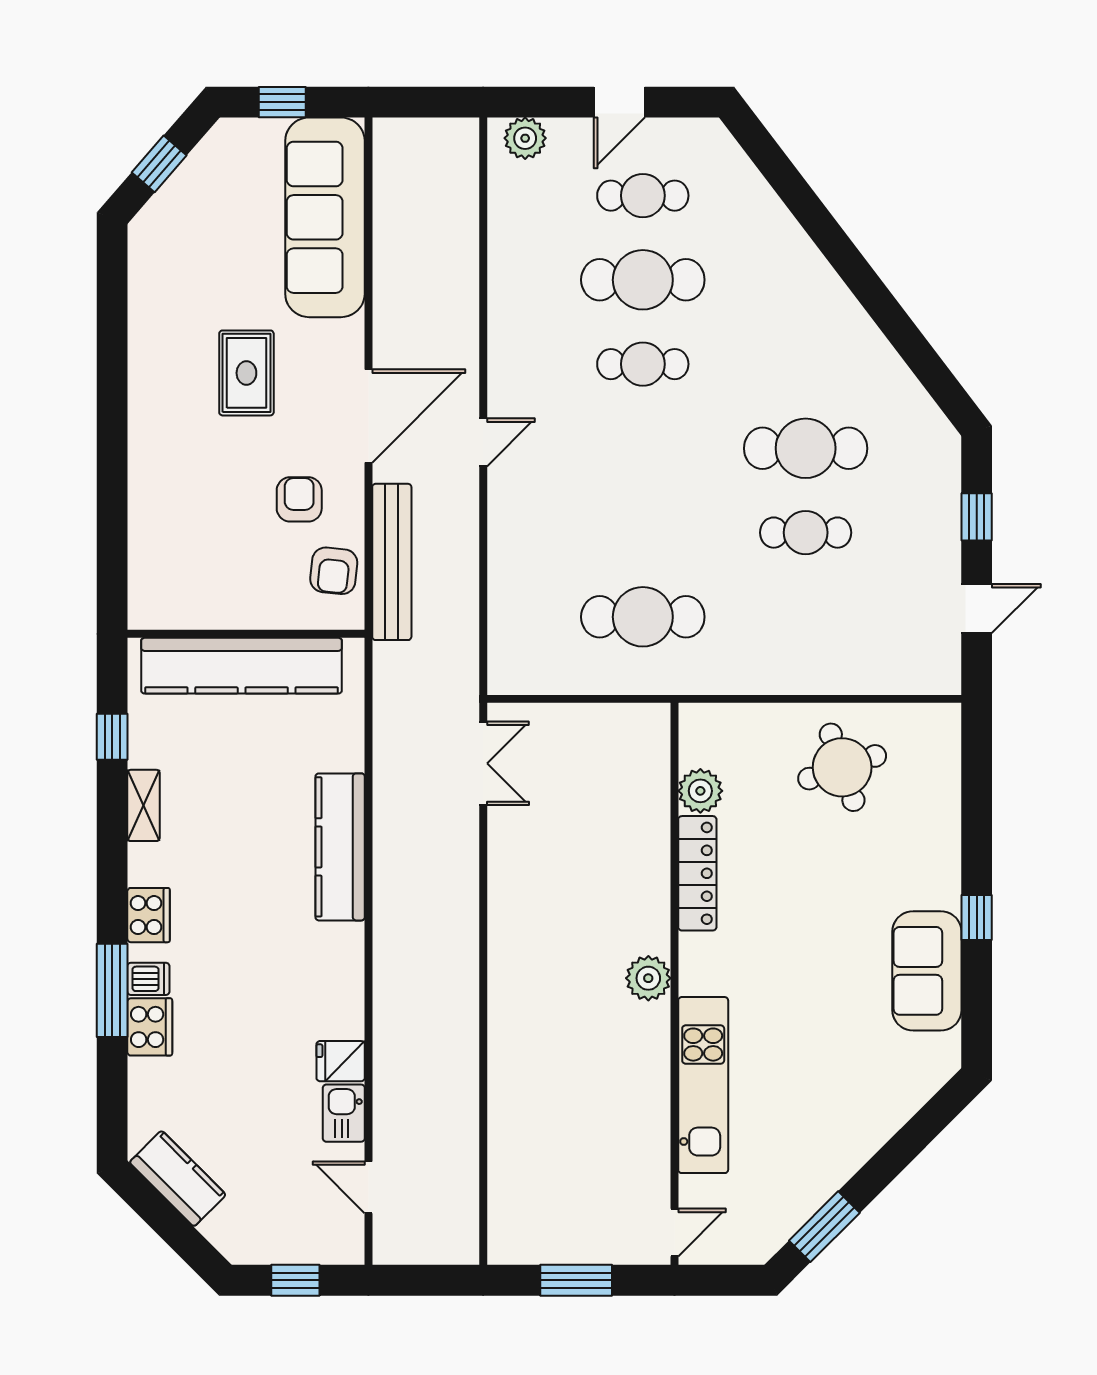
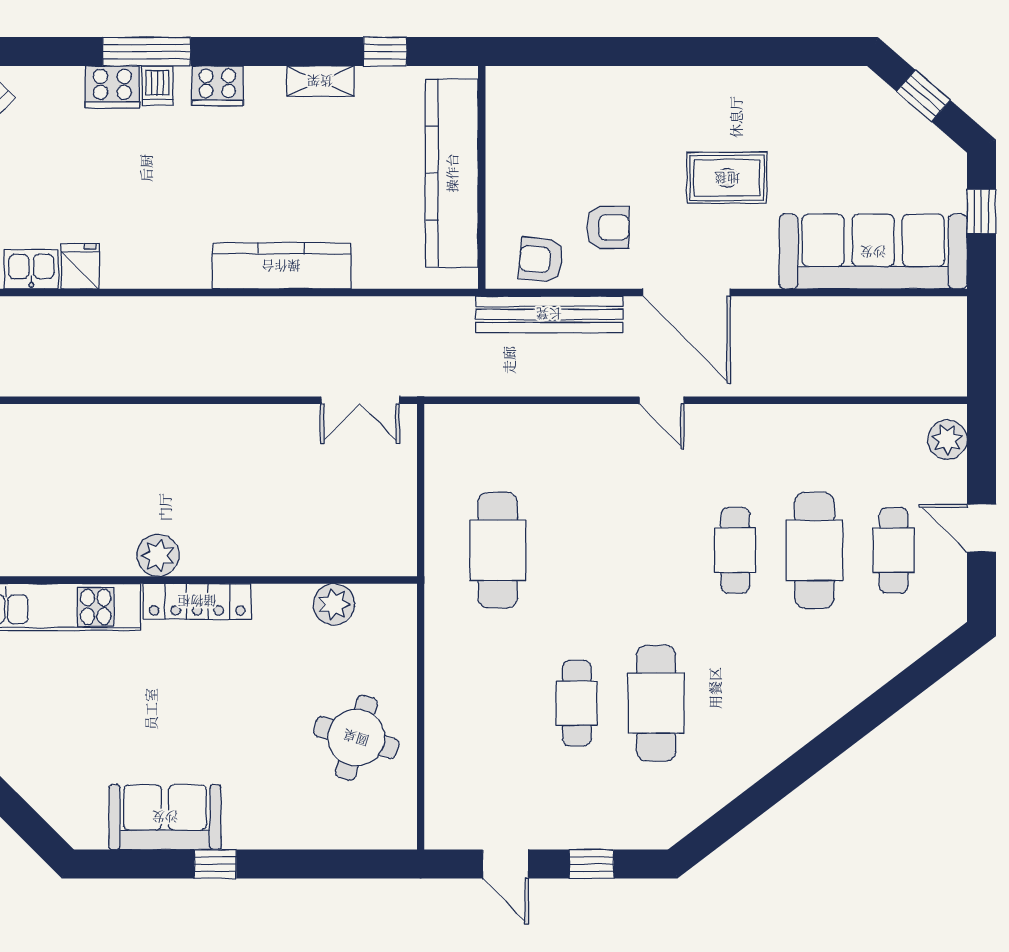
round table: (842, 767) -> (356, 738), turned 36
locker: (697, 873) -> (197, 601), moved

